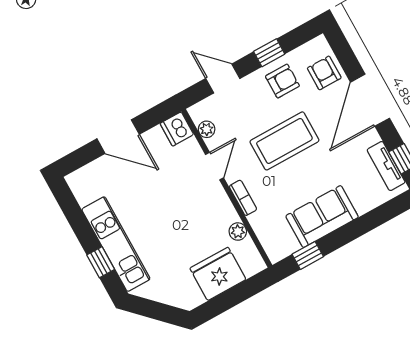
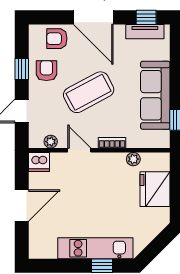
coffee table: (284, 141) -> (89, 92), turned 62
sofa: (322, 217) -> (155, 95), width x1.36

